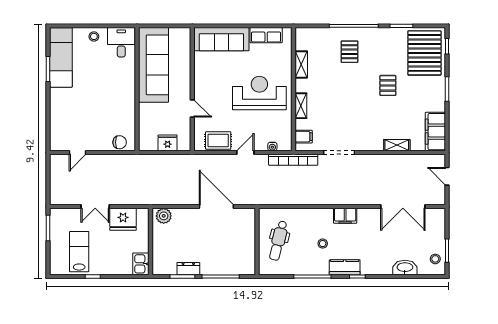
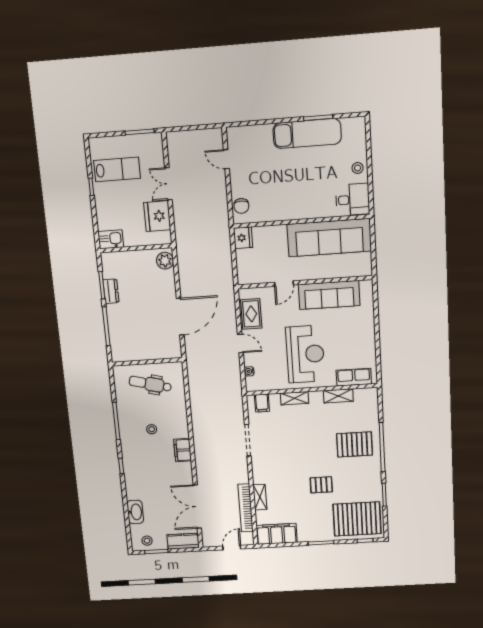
row of seats: (266, 35) -> (354, 377), moved, turned 90
sofa: (221, 39) -> (329, 295), moved, turned -90
pallet: (350, 52) -> (355, 444), width x1.50, depth x1.42
exam couch: (61, 57) -> (307, 134), moved
fridge: (168, 143) -> (243, 238), moved
bookcase: (293, 160) -> (246, 508), moved
kitchen counter: (345, 267) -> (183, 541), moved, turned -90

